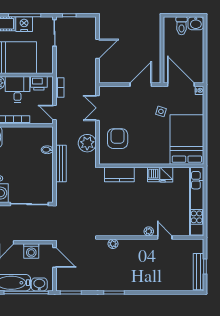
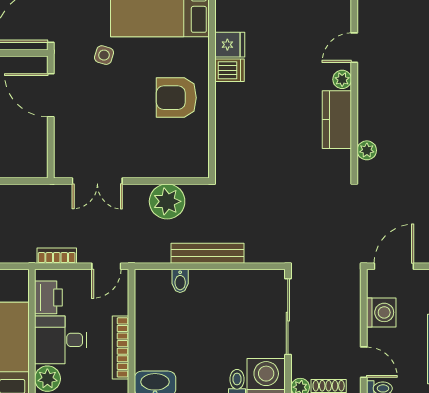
armchair: (118, 139) -> (176, 98), moved
kitchen counter: (119, 175) -> (337, 120), moved, turned 180

